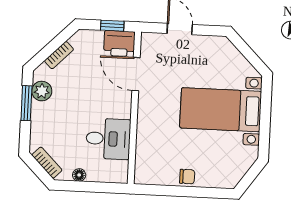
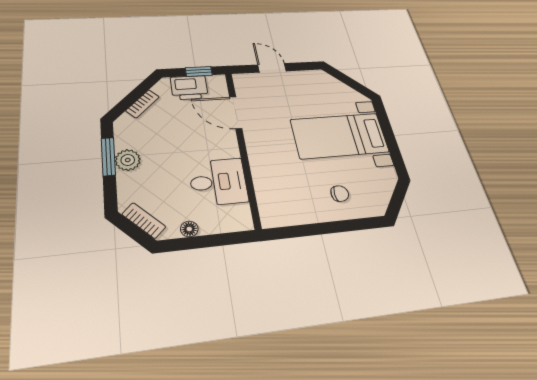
printer: (119, 43) -> (189, 88), moved
plant: (42, 91) -> (128, 160), moved
chair: (187, 177) -> (340, 194), moved

